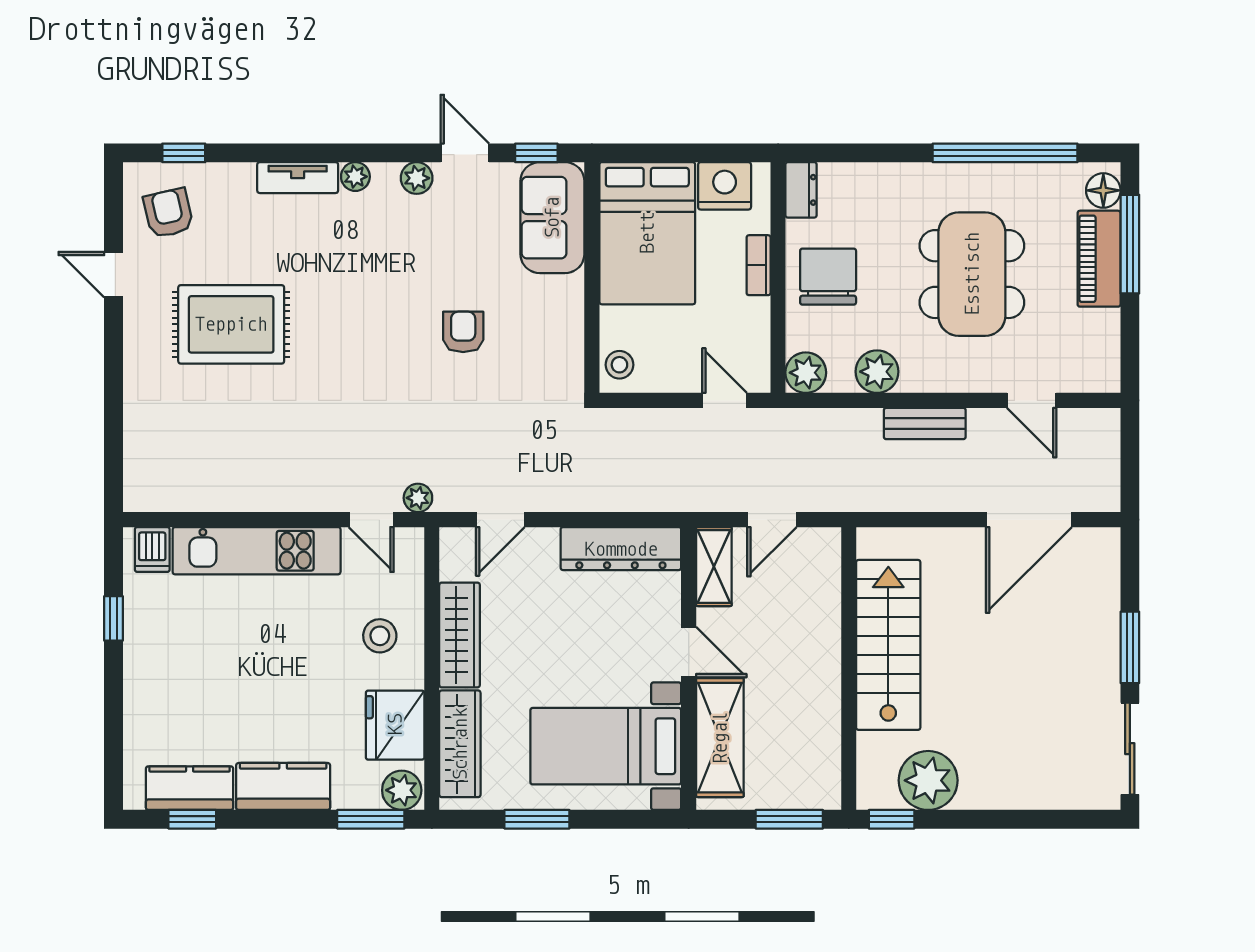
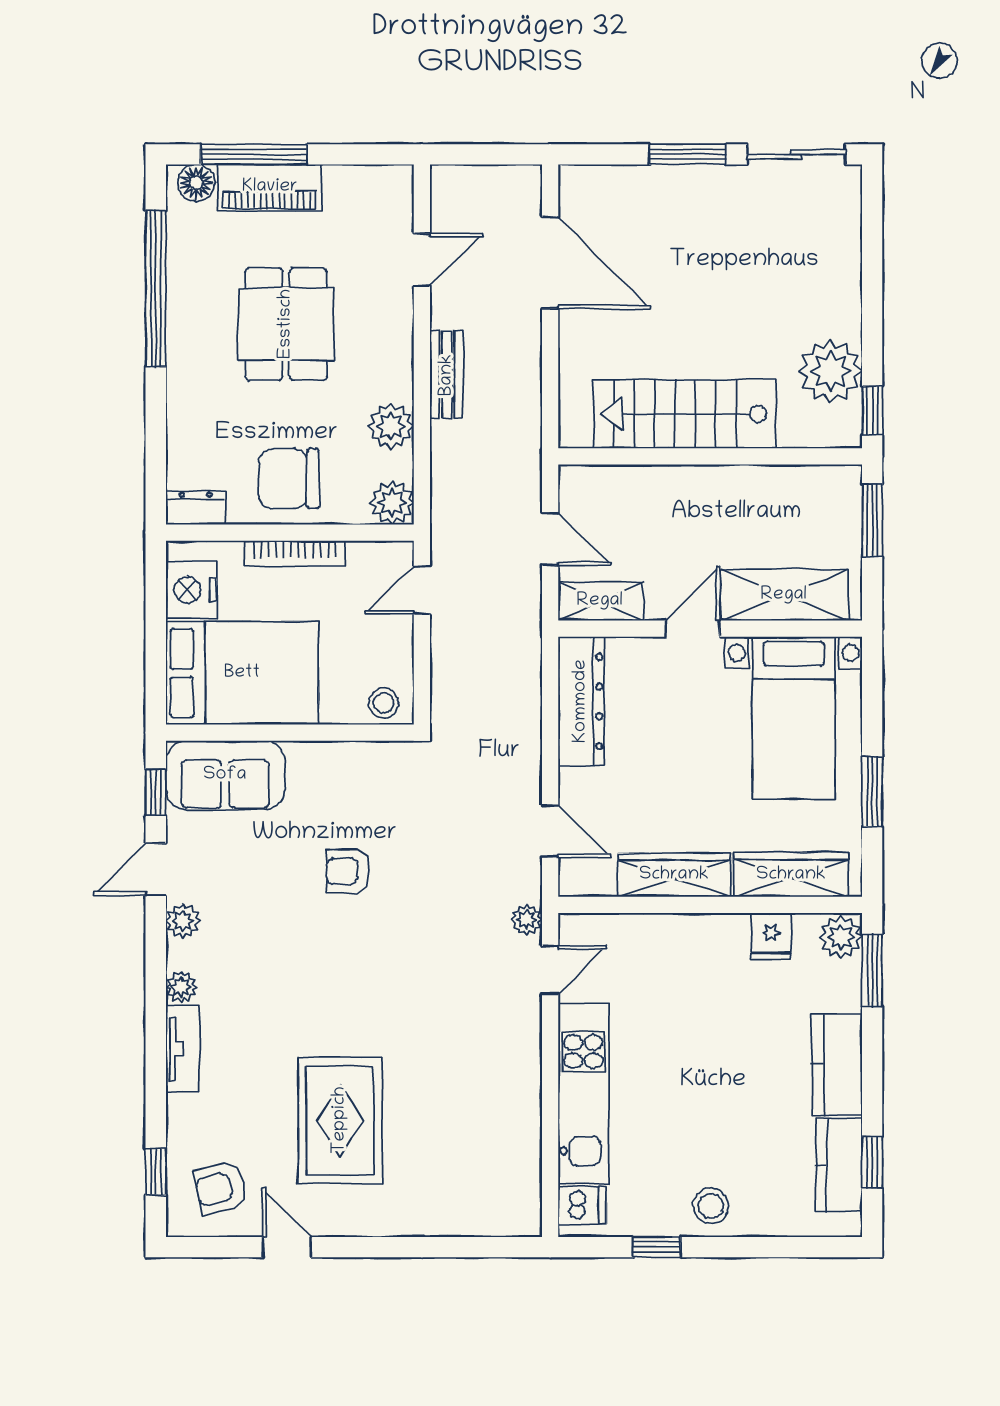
bookcase: (759, 265) -> (295, 553), width x1.56
dining table: (972, 274) -> (286, 324), width x0.73
door: (113, 275) -> (287, 1247), swing flipped
stool: (380, 636) -> (711, 1206), moved
fridge: (395, 725) -> (771, 936), width x0.53, depth x0.75

